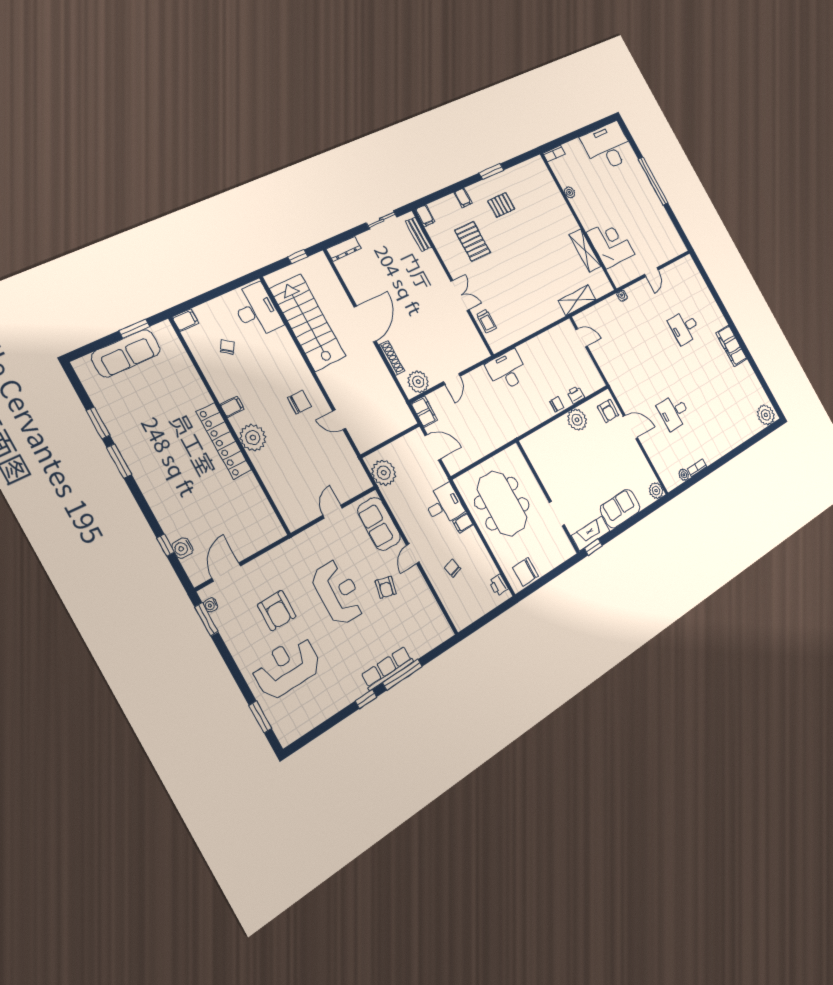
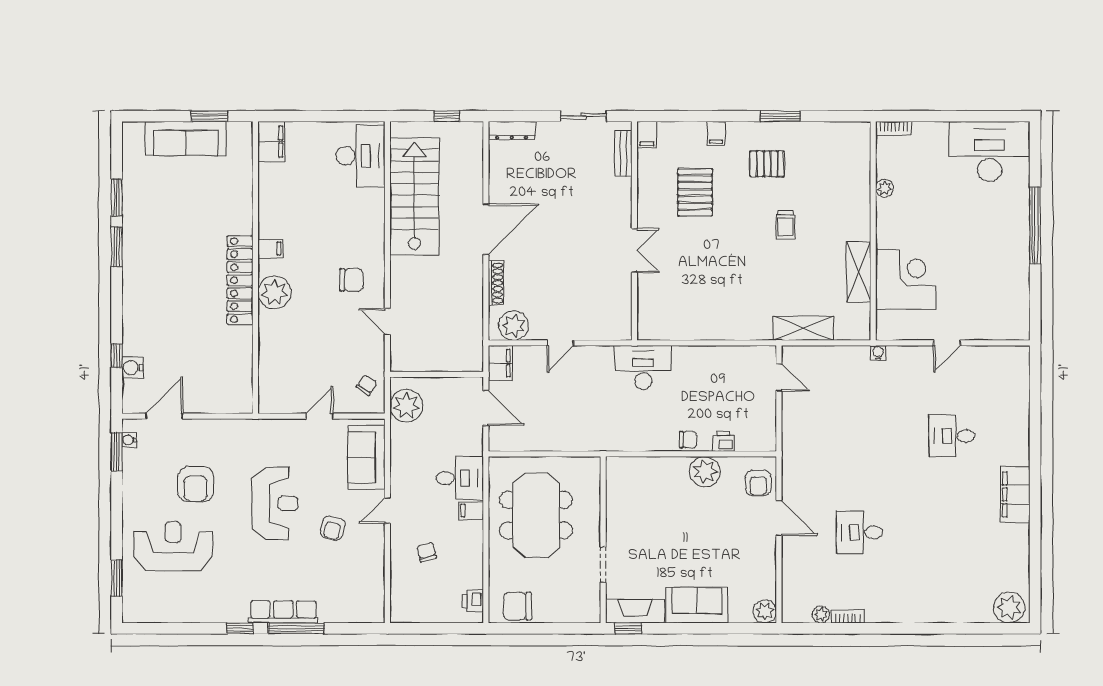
filing cabinet: (185, 320) -> (271, 142), width x2.00
trolley: (486, 321) -> (785, 225), moved
chair: (227, 347) -> (367, 385), moved

